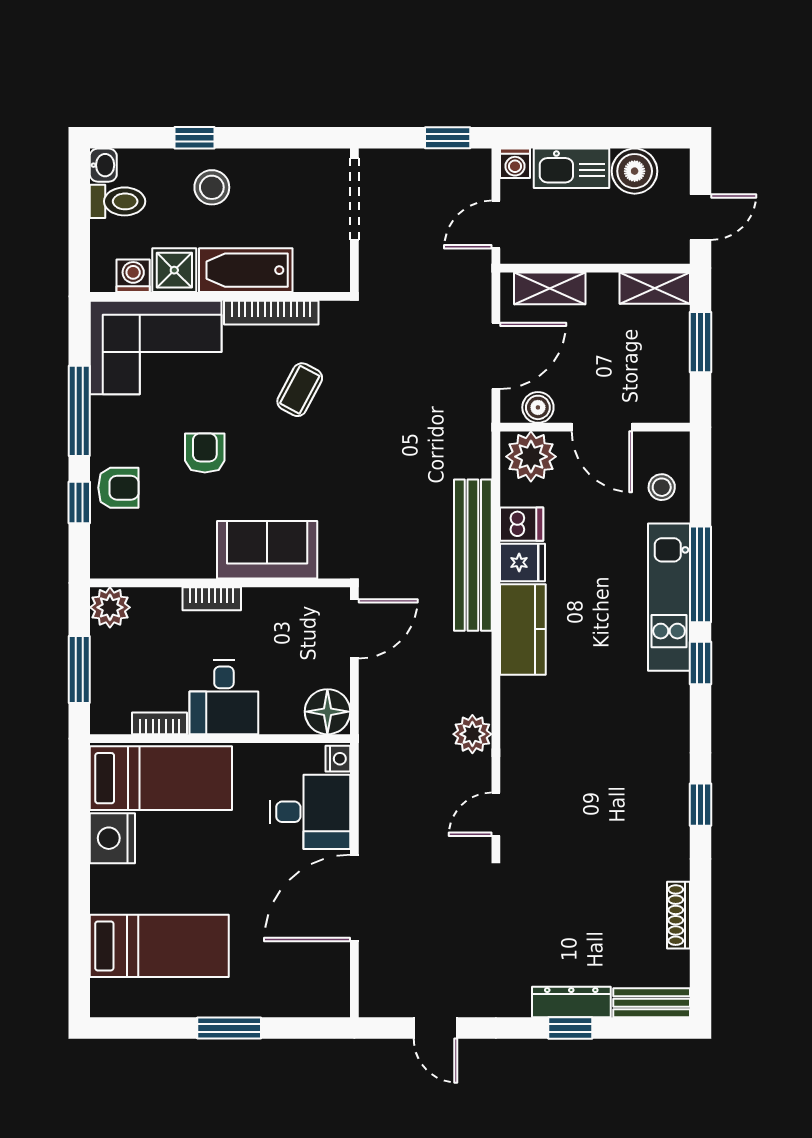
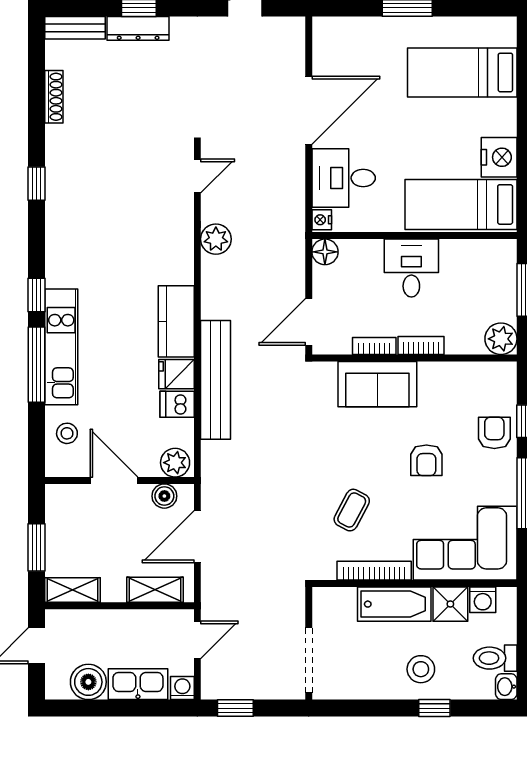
plant: (531, 457) -> (175, 463), width x0.73, depth x0.73
armchair: (118, 488) -> (494, 433), turned 90
floor lamp: (327, 712) -> (325, 252), width x0.73, depth x0.73
bookcase: (159, 723) -> (374, 346), moved, turned 180

